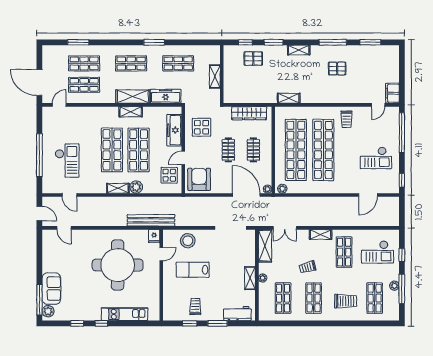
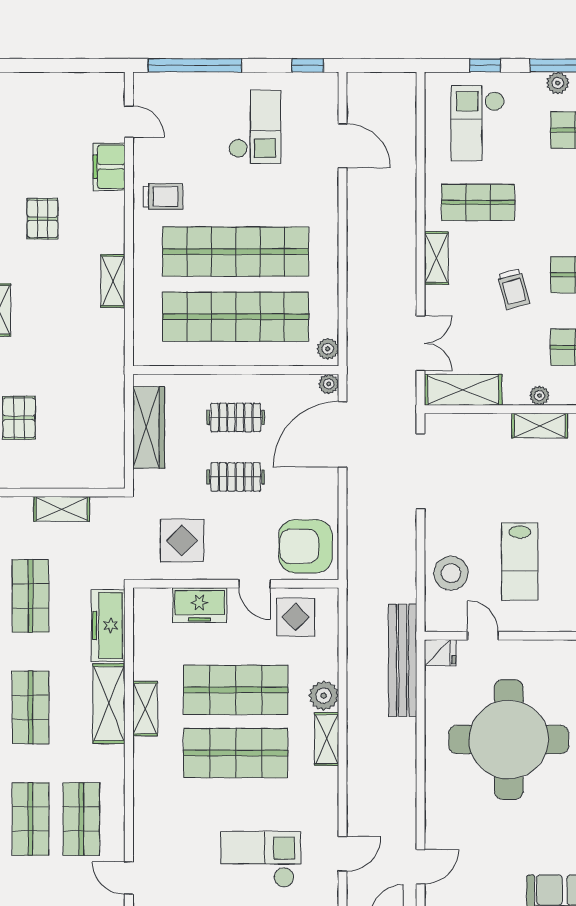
filing cabinet: (392, 93) -> (109, 167), moved, turned 90
shelving: (289, 98) -> (113, 281), moved
freezer: (174, 130) -> (200, 605), width x0.71
checkout: (377, 252) -> (478, 123), turned 180

